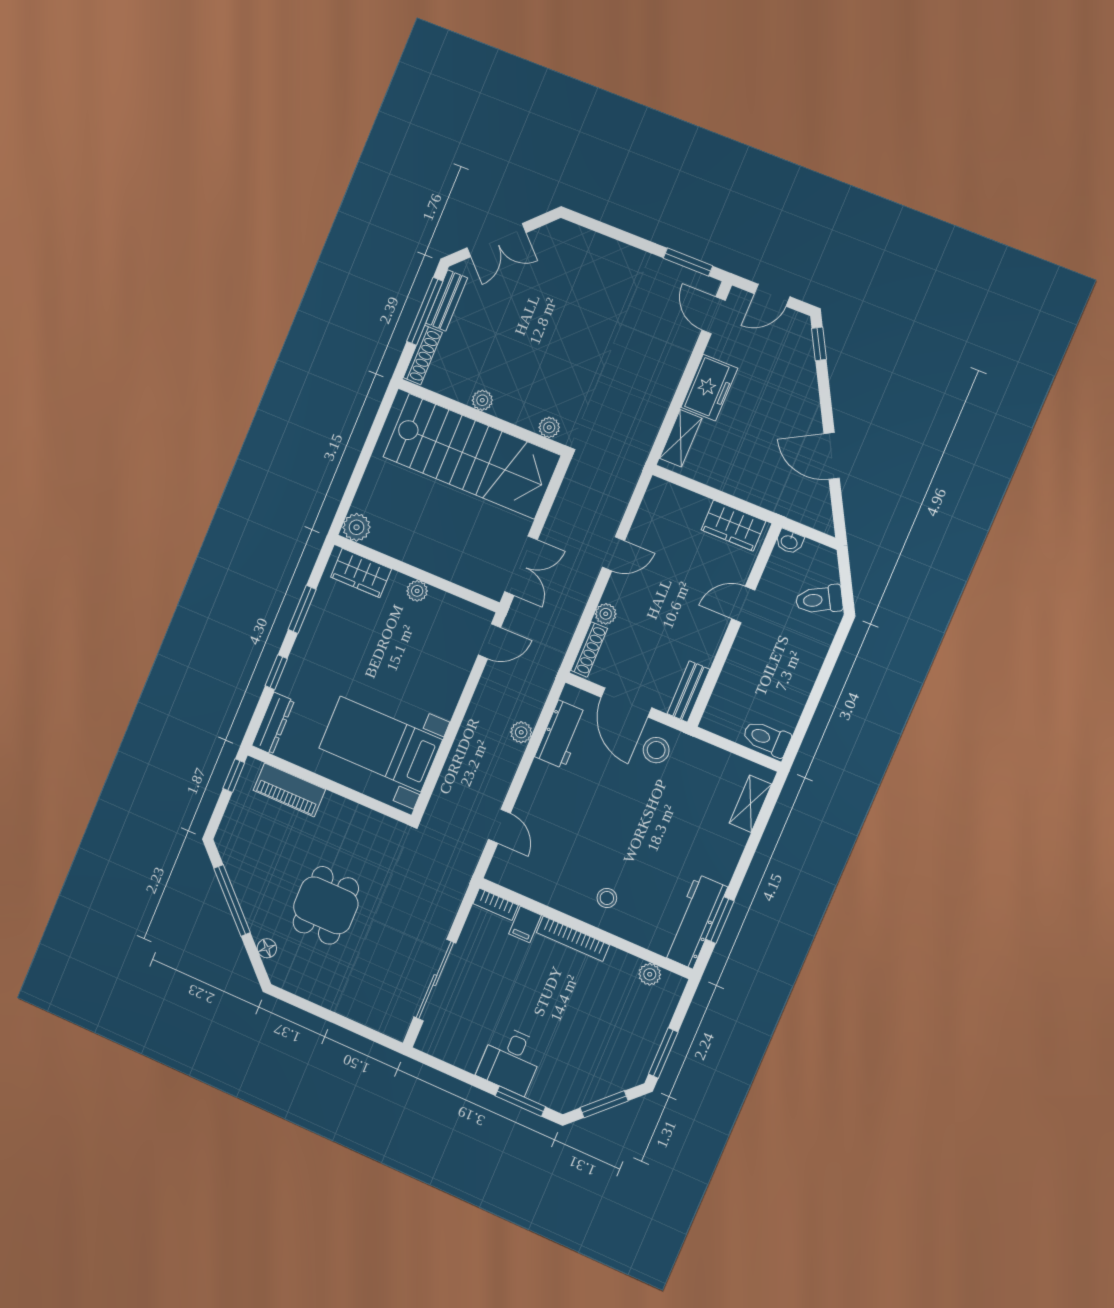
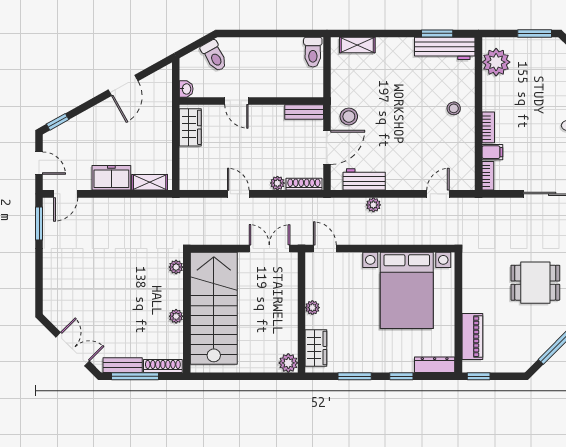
bed with nightstands: (381, 744) -> (407, 290), width x1.36
bookcase: (573, 939) -> (488, 127), width x0.64
plant: (650, 974) -> (496, 62), width x1.88, depth x1.88

